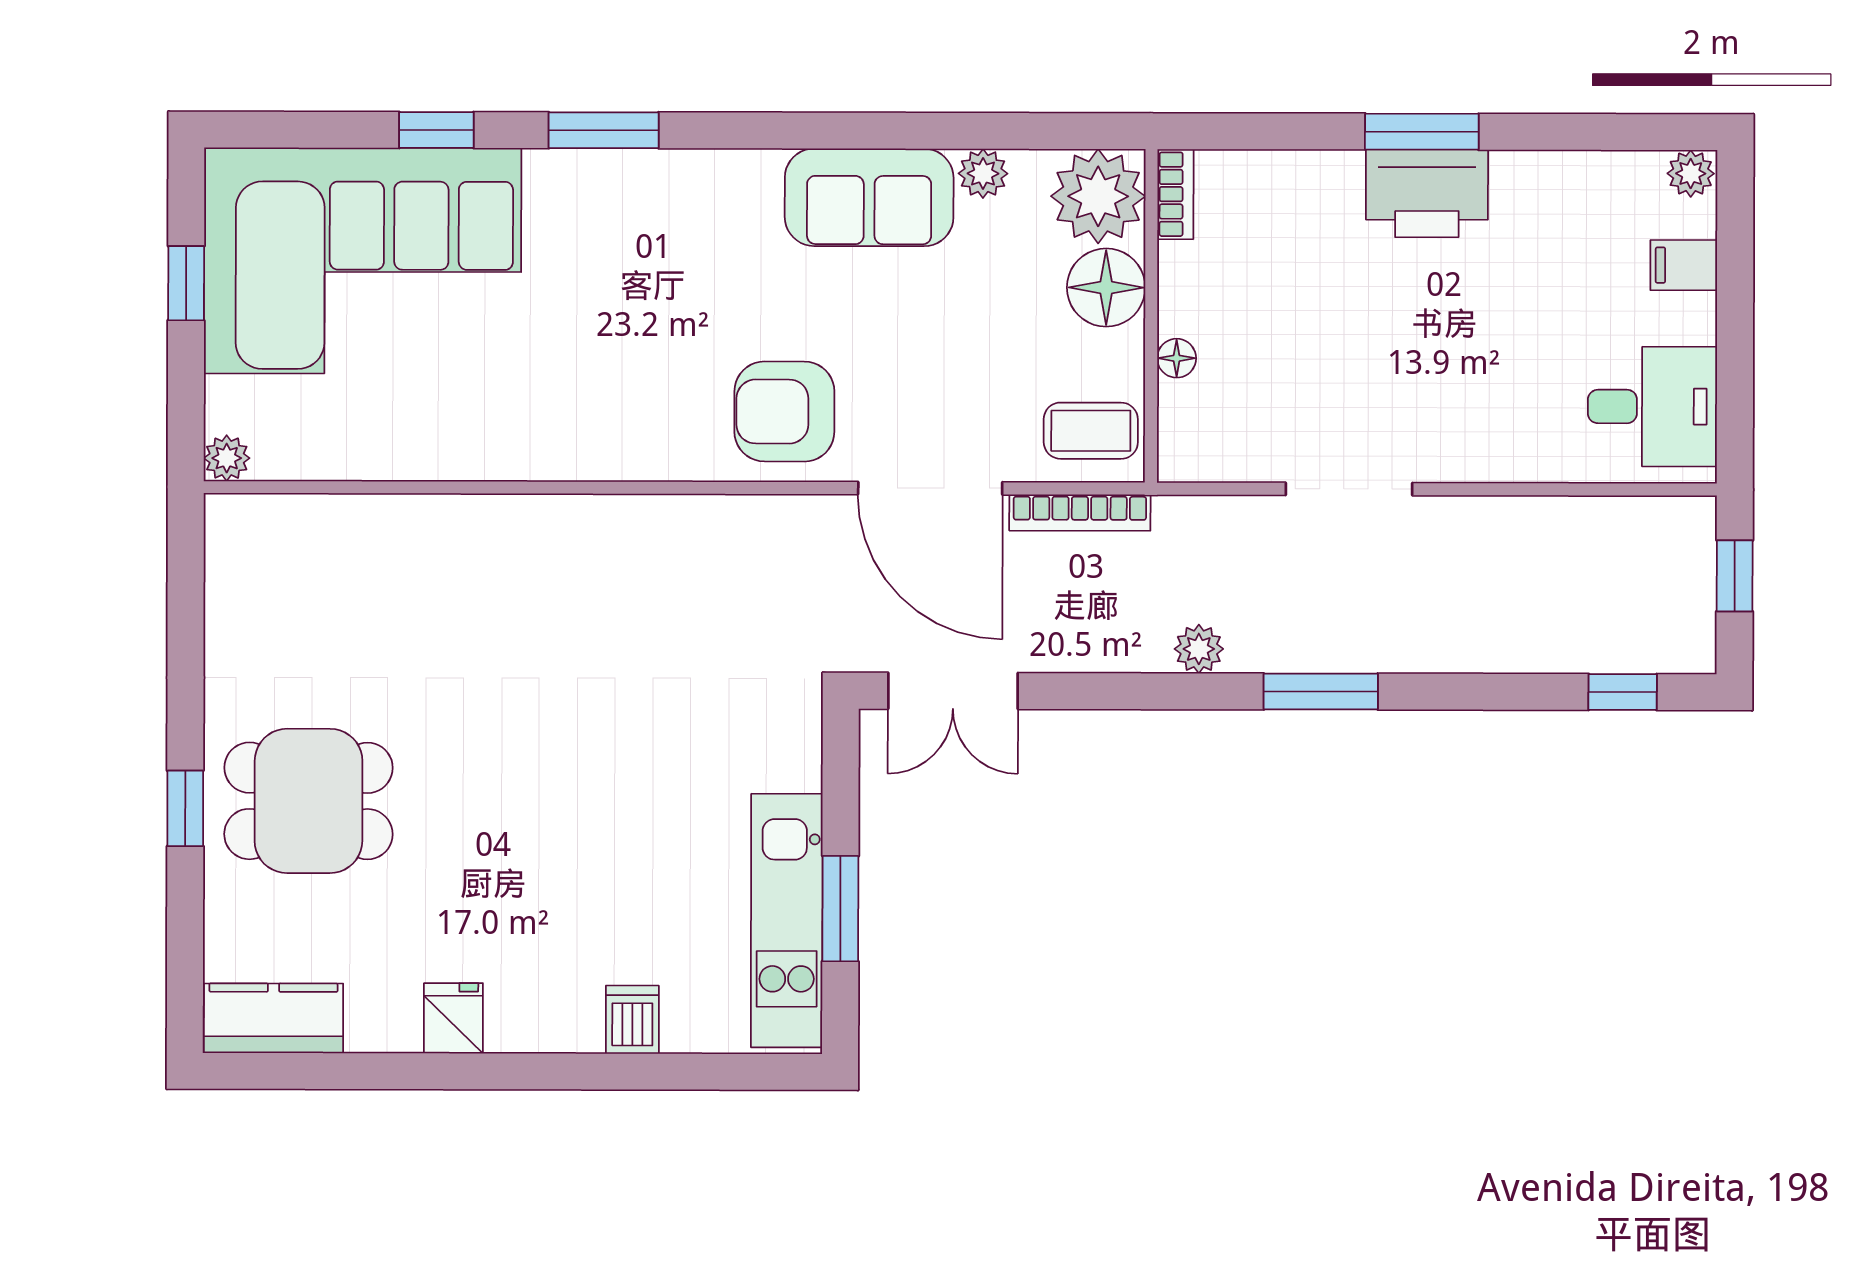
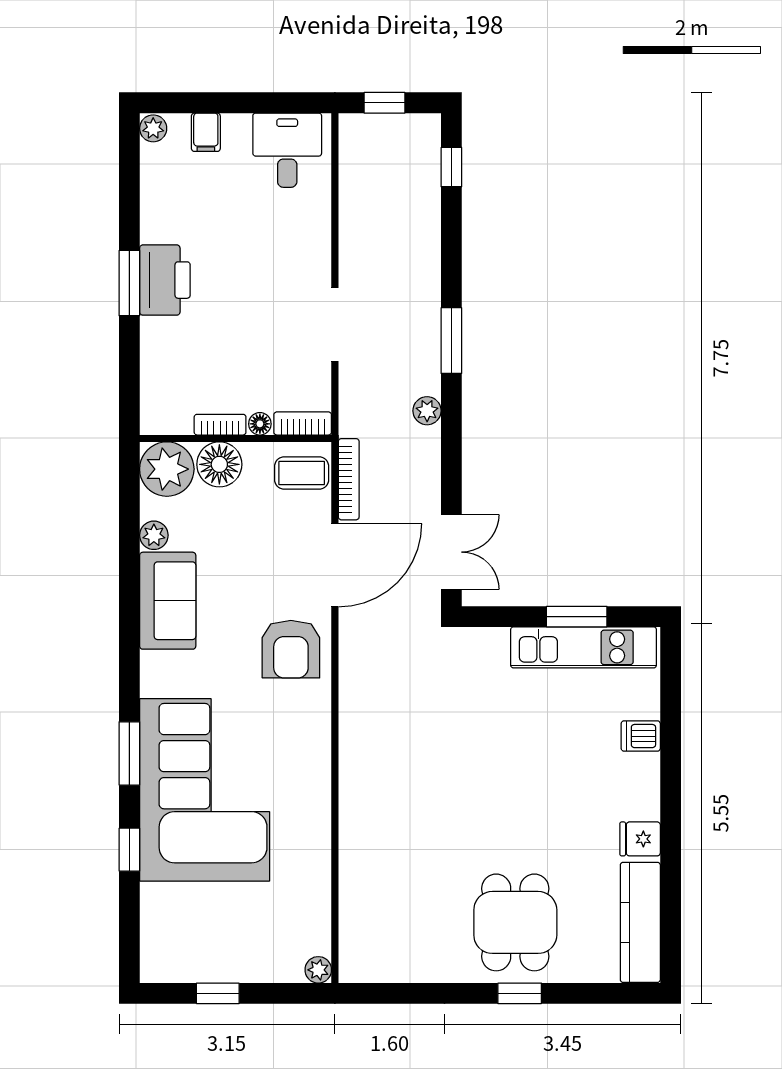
bookcase: (1175, 194) -> (220, 425), moved
corner sofa: (363, 261) -> (205, 790), moved
coffee table: (1091, 431) -> (302, 473), turned 90
bookcase: (1177, 433) -> (303, 423), added
kitchen counter: (273, 1018) -> (640, 922), width x1.50

